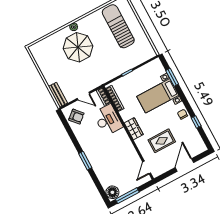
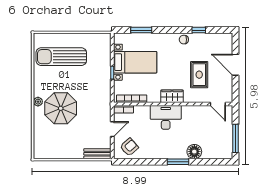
bed with nightstands: (158, 96) -> (135, 62), moved, turned -90
desk: (108, 120) -> (166, 117), moved
floor lamp: (112, 192) -> (194, 152), moved

